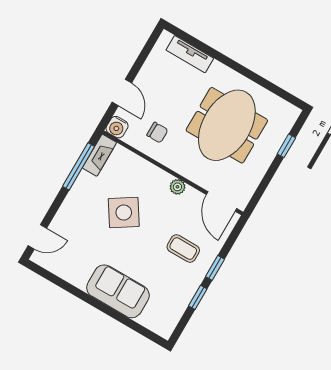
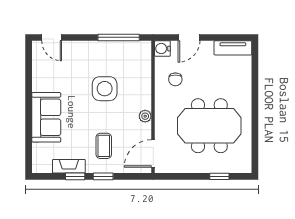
tv unit: (190, 54) -> (233, 48), moved, turned -90
fireplace: (99, 155) -> (69, 166), moved, turned 180
side table: (124, 212) -> (105, 89), turned 33

